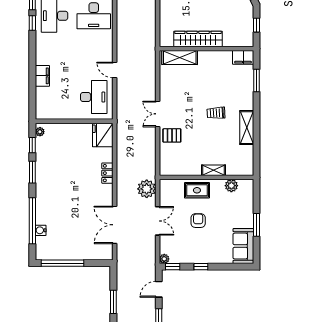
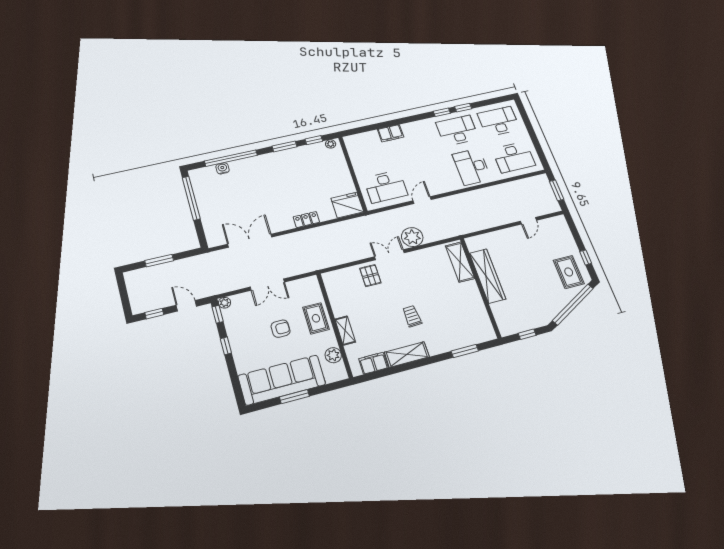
filing cabinet: (243, 57) -> (373, 363), moved, turned 90
plant: (147, 189) -> (412, 237), moved
sofa: (243, 246) -> (282, 380), width x1.85, depth x1.27

